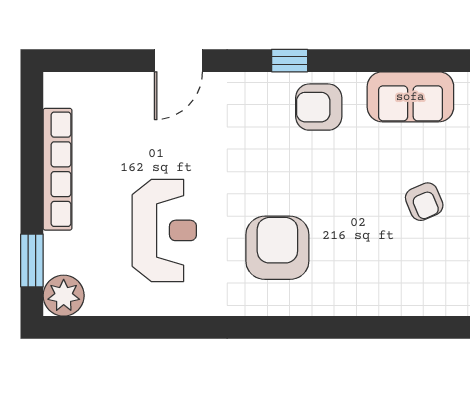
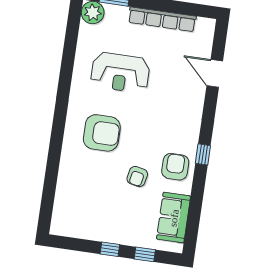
door: (178, 61) -> (215, 73), moved
armchair: (424, 202) -> (137, 176), moved, turned -56

